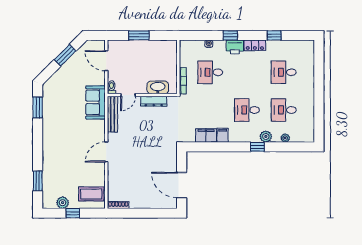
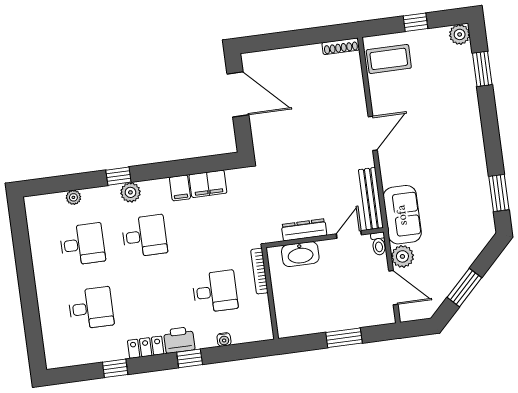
plant: (99, 78) -> (402, 256), added
plant: (266, 136) -> (130, 192), moved
plant: (63, 203) -> (460, 34), moved

